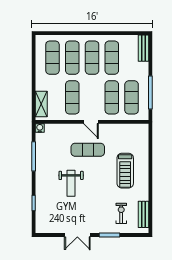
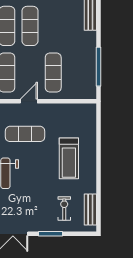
exercise mat: (112, 58) -> (53, 26), removed
exercise mat: (132, 97) -> (76, 73), removed
door: (91, 122) -> (29, 101), swing flipped

